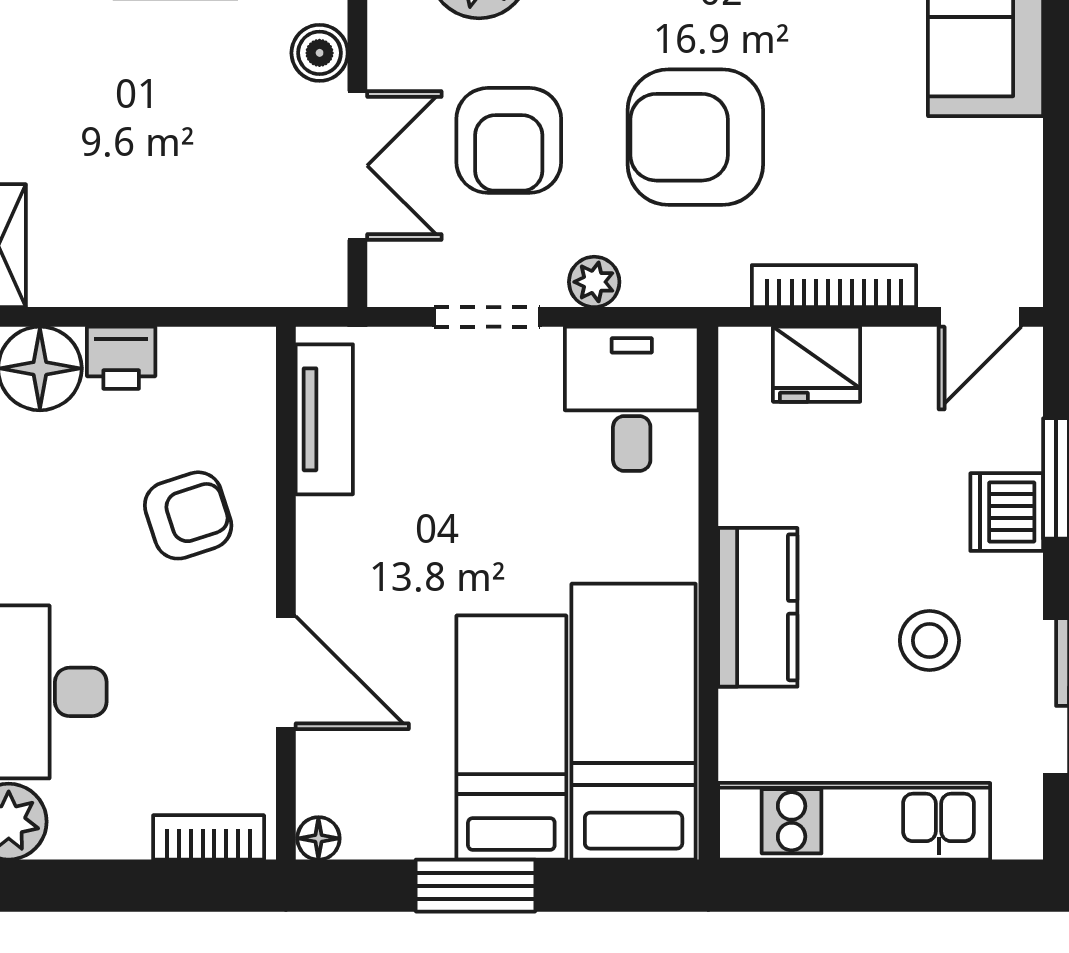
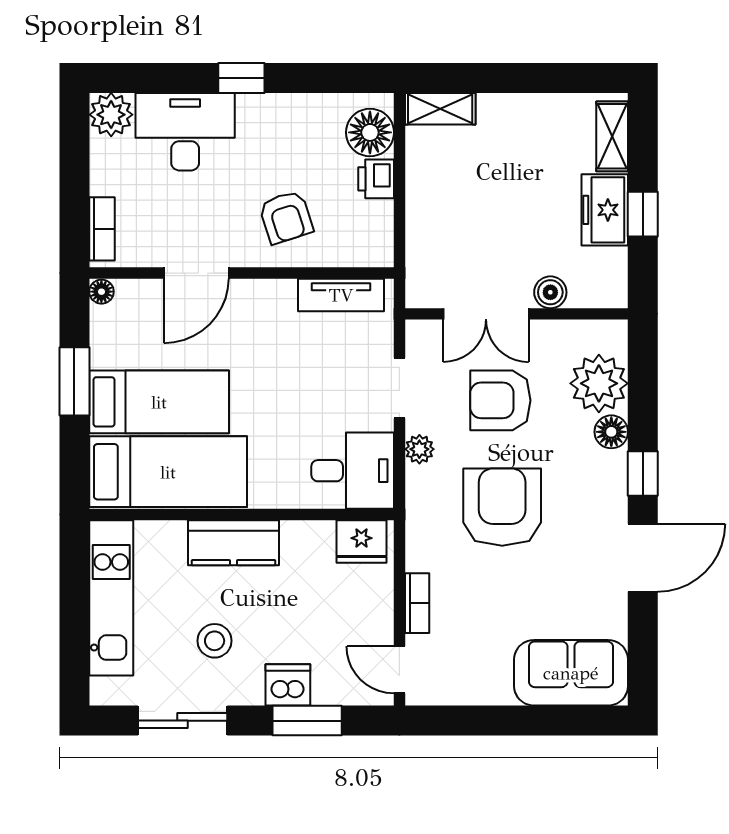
bookcase: (834, 286) -> (417, 603), width x0.64
fridge: (817, 364) -> (361, 541), moved, turned -90

